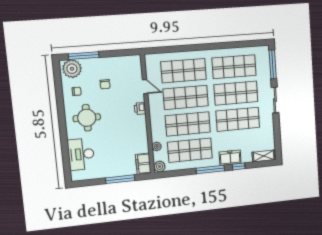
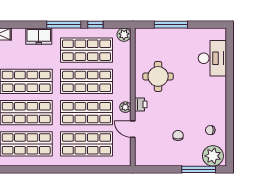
round table: (87, 118) -> (158, 76), moved
plant: (157, 146) -> (125, 107), moved
filing cabinet: (143, 164) -> (143, 40), removed
window: (239, 166) -> (95, 25), moved

